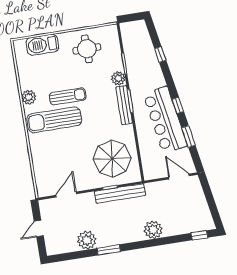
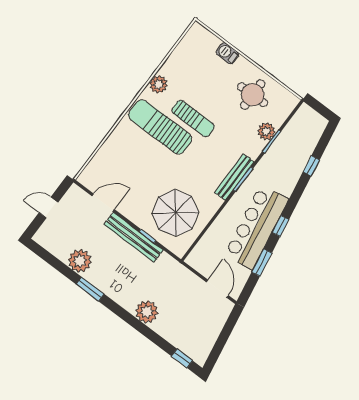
barbecue: (42, 45) -> (227, 53), width x0.53, depth x0.65
plant: (118, 78) -> (266, 131), moved
bench: (120, 193) -> (134, 237), moved

